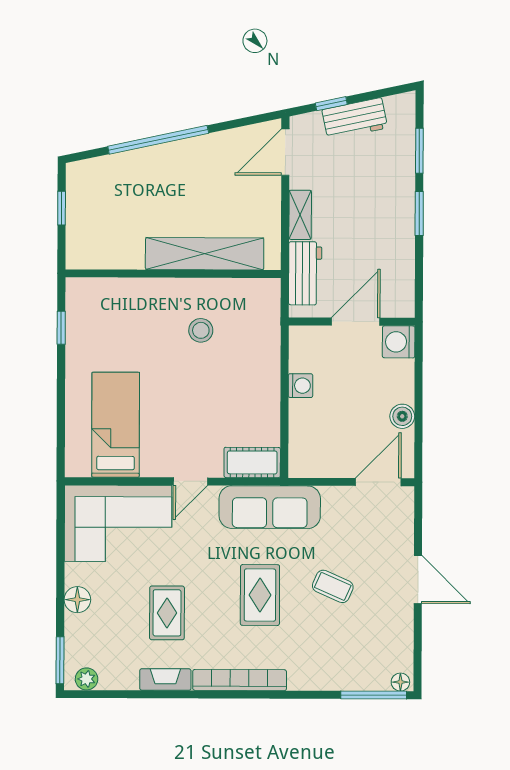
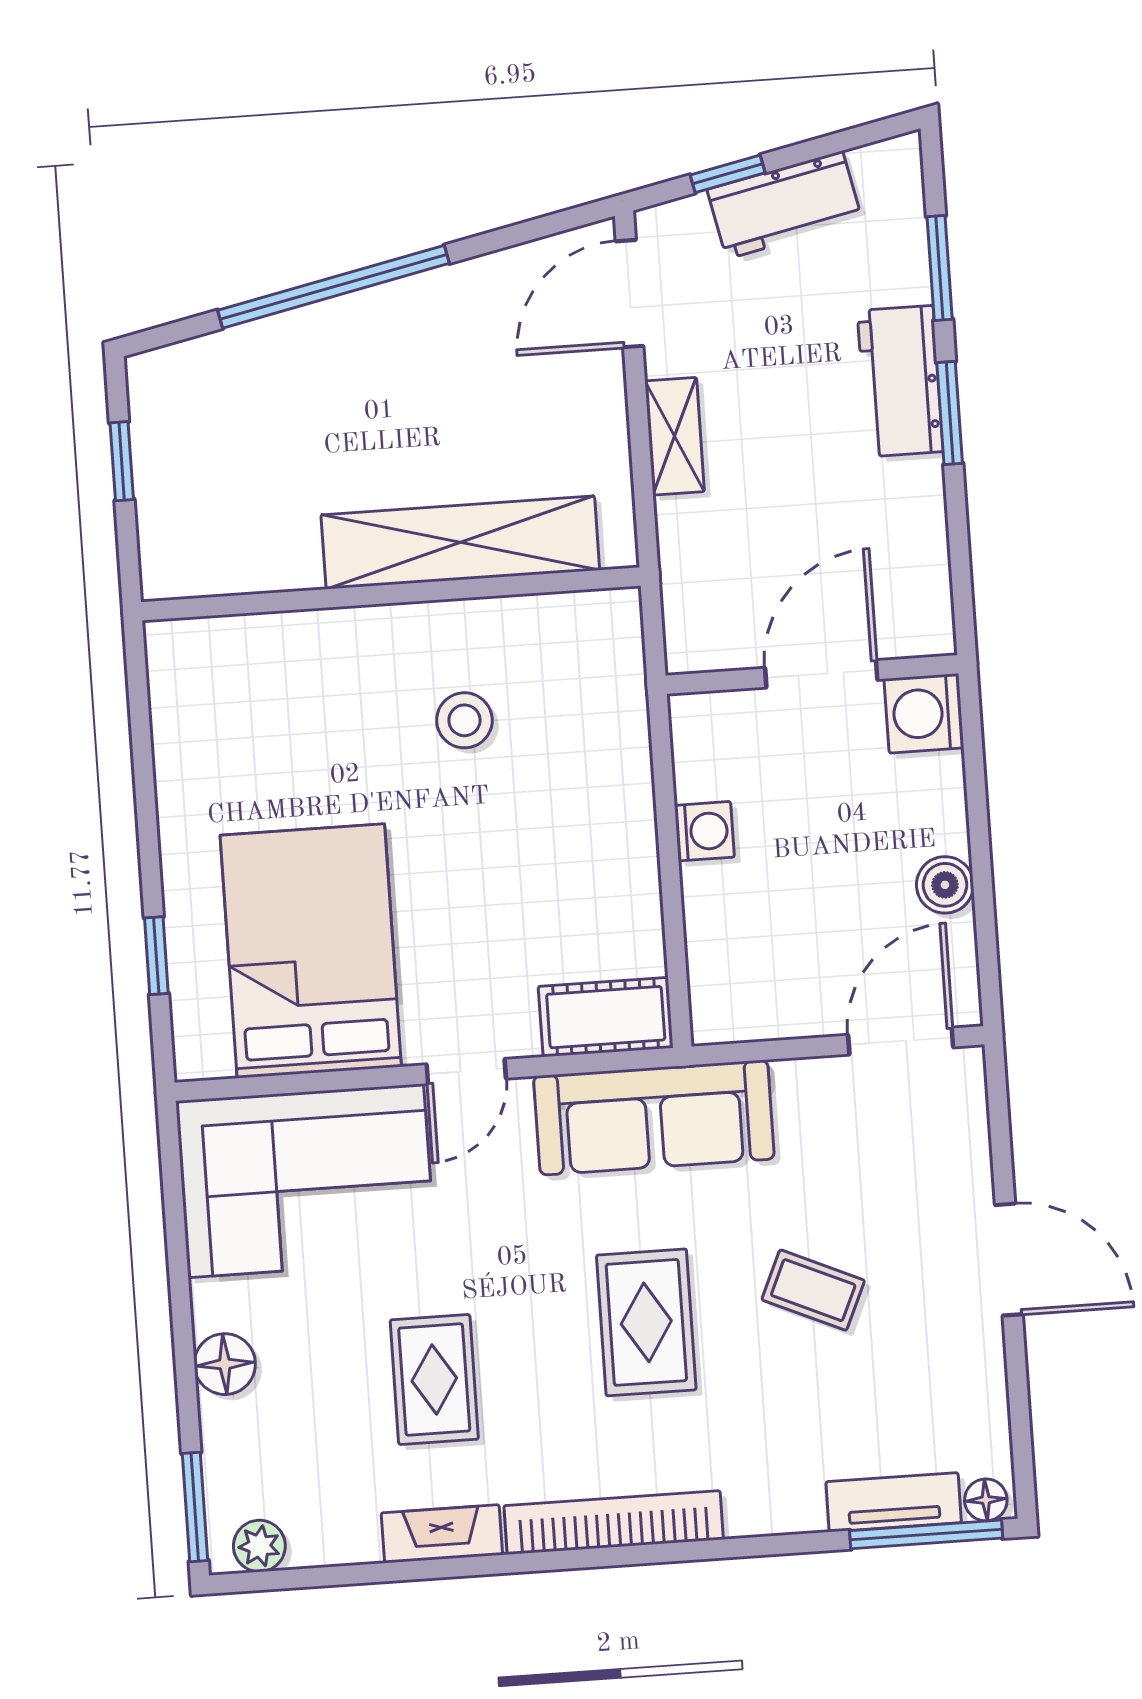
workbench: (305, 273) -> (900, 381), moved, turned 180
window: (61, 328) -> (156, 956), moved
bed: (116, 425) -> (311, 951), width x1.50
tv unit: (361, 680) -> (894, 1502), added

